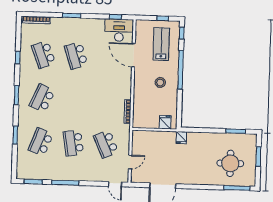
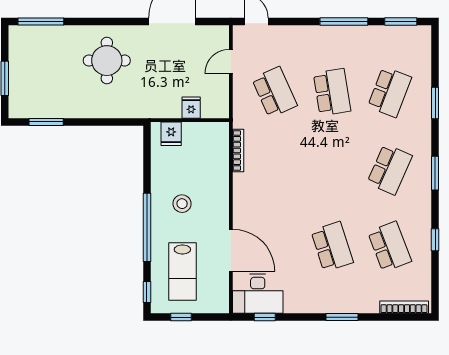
fridge: (181, 138) -> (191, 108), moved
round table: (230, 163) -> (107, 61), moved

